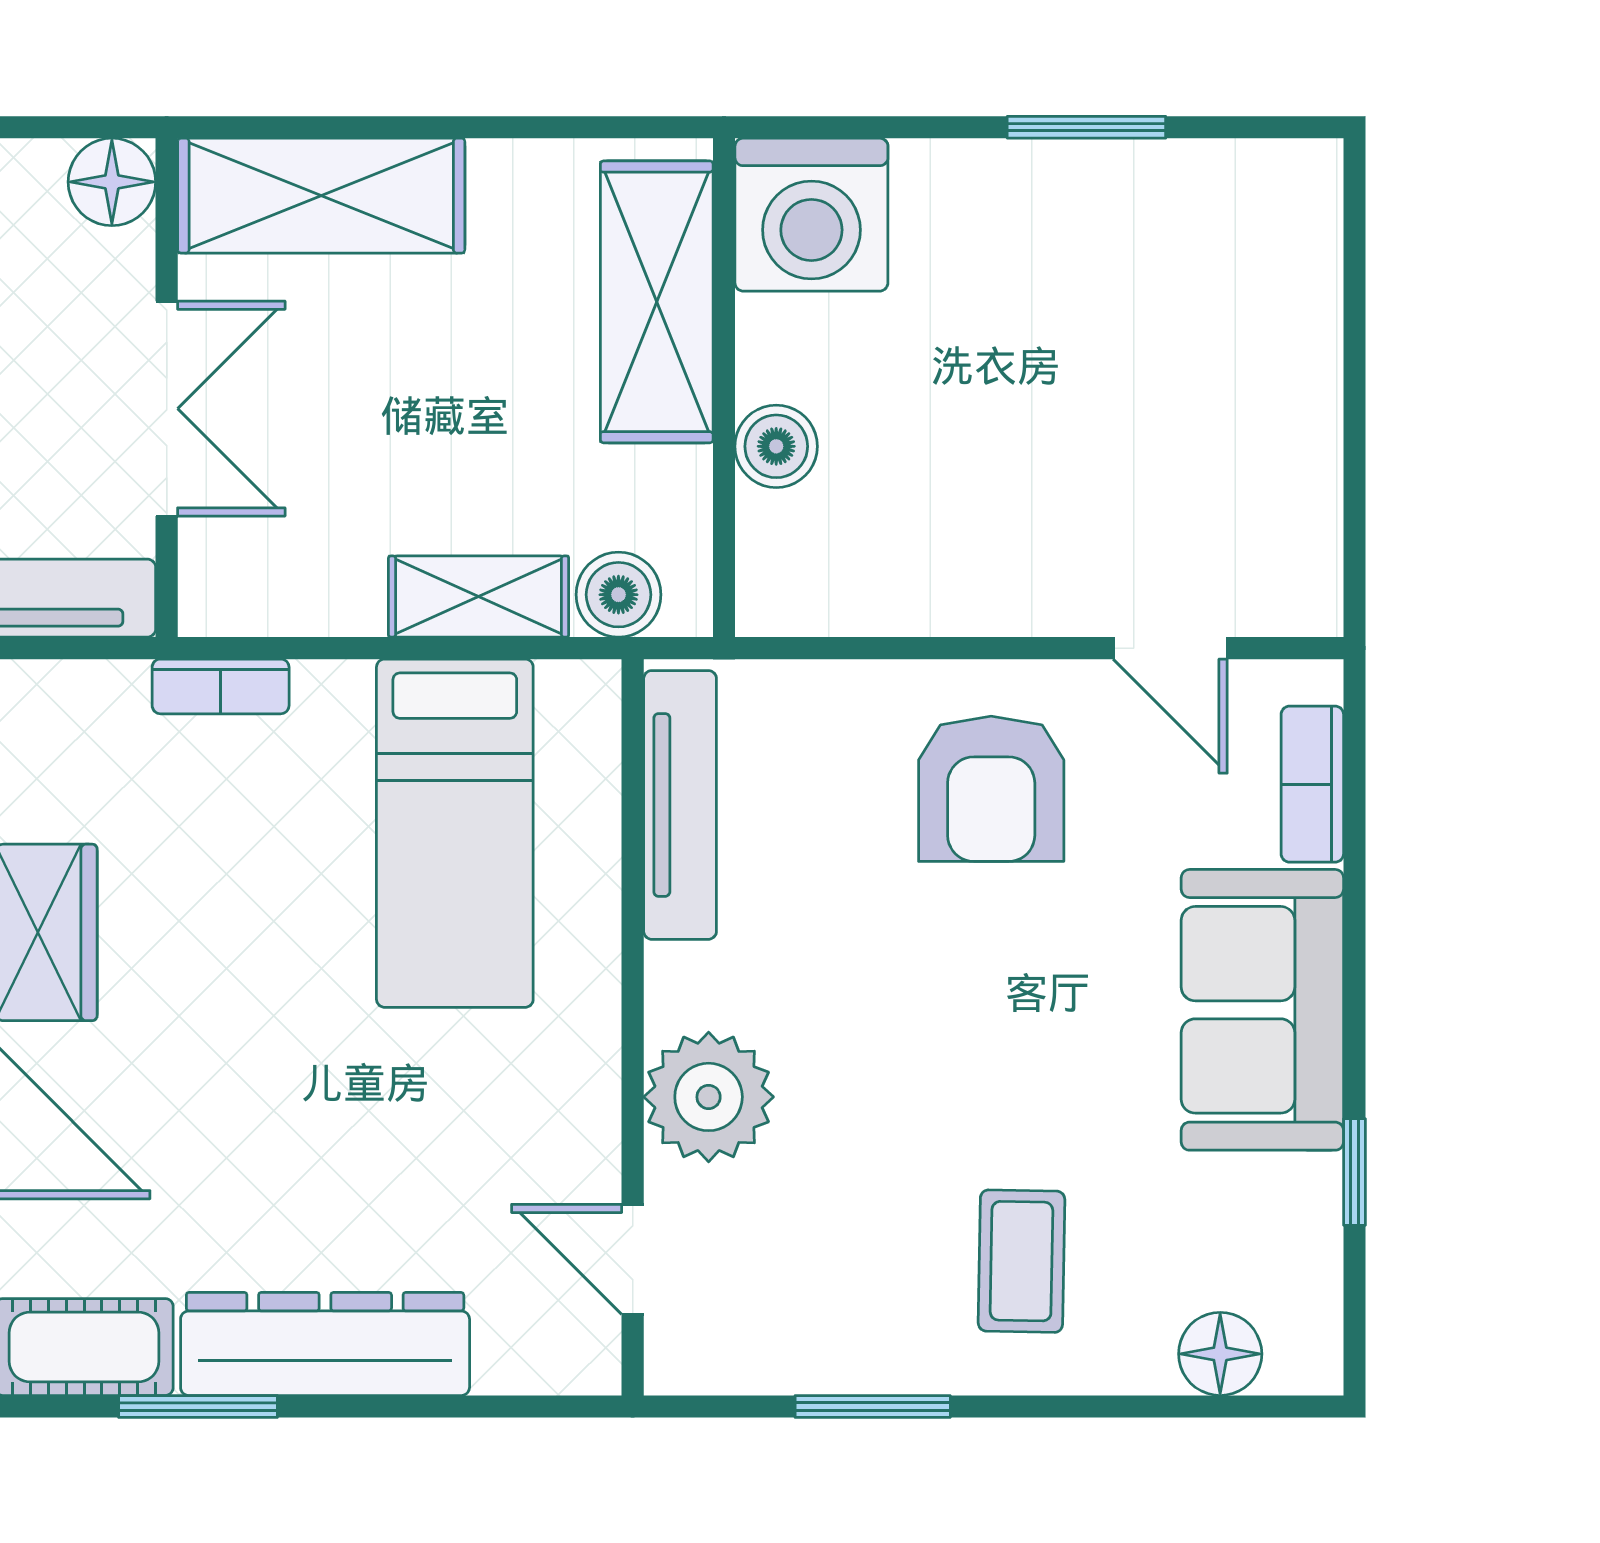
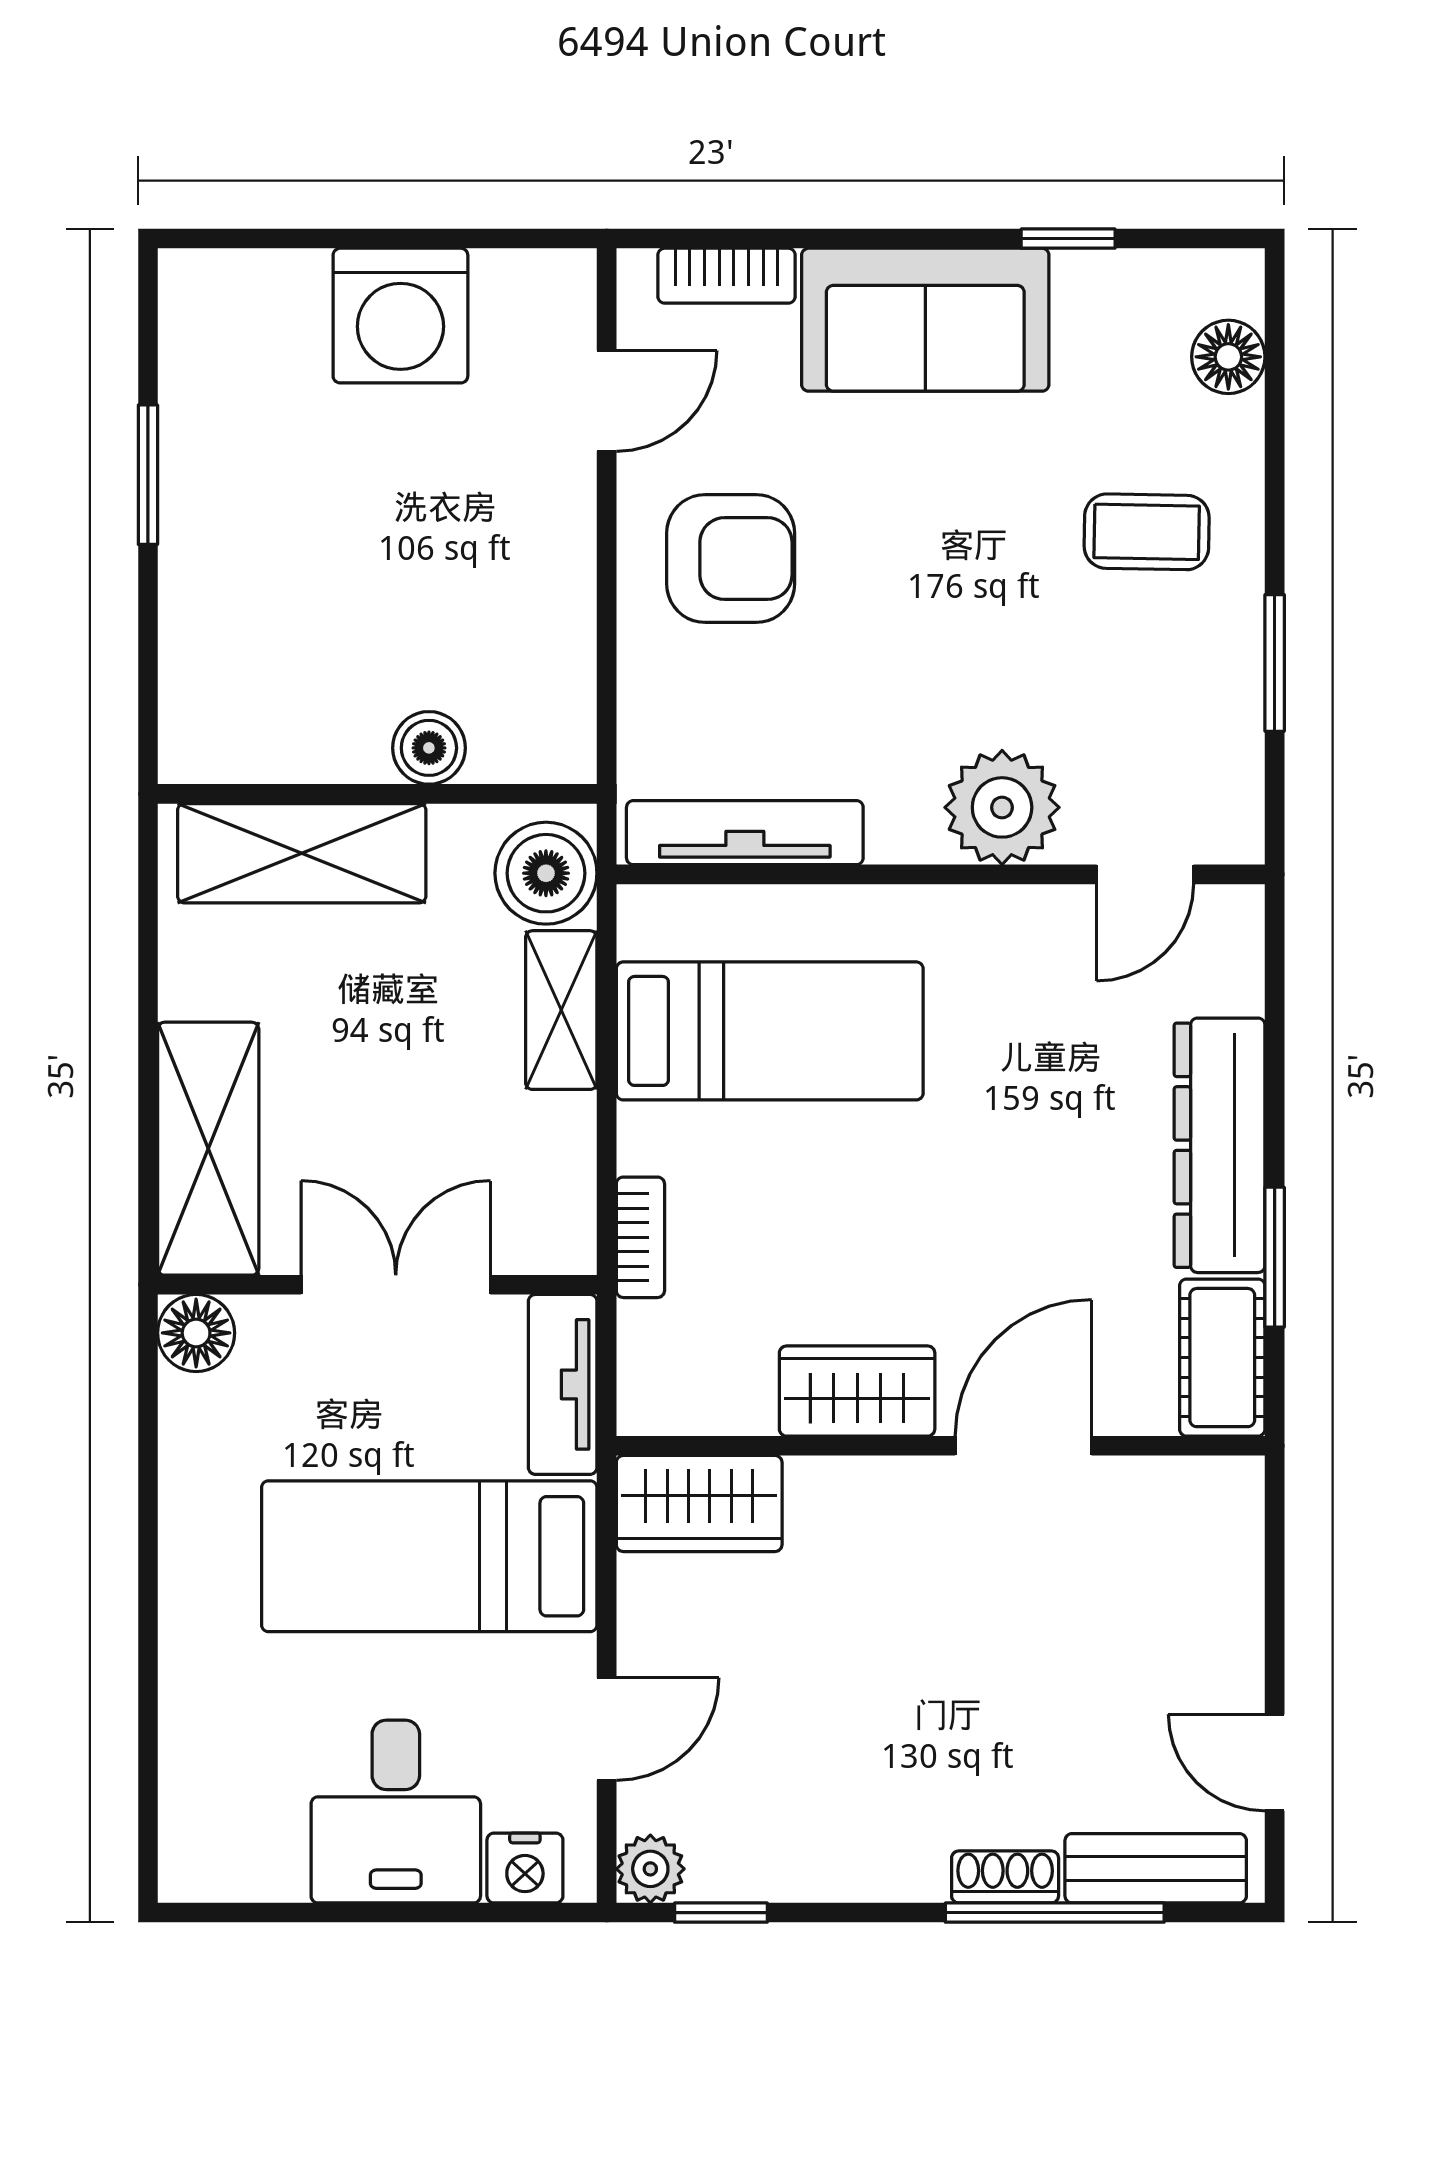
washing machine: (811, 215) -> (400, 316), moved, turned 90
boiler: (618, 595) -> (546, 873), width x1.36, depth x1.36

